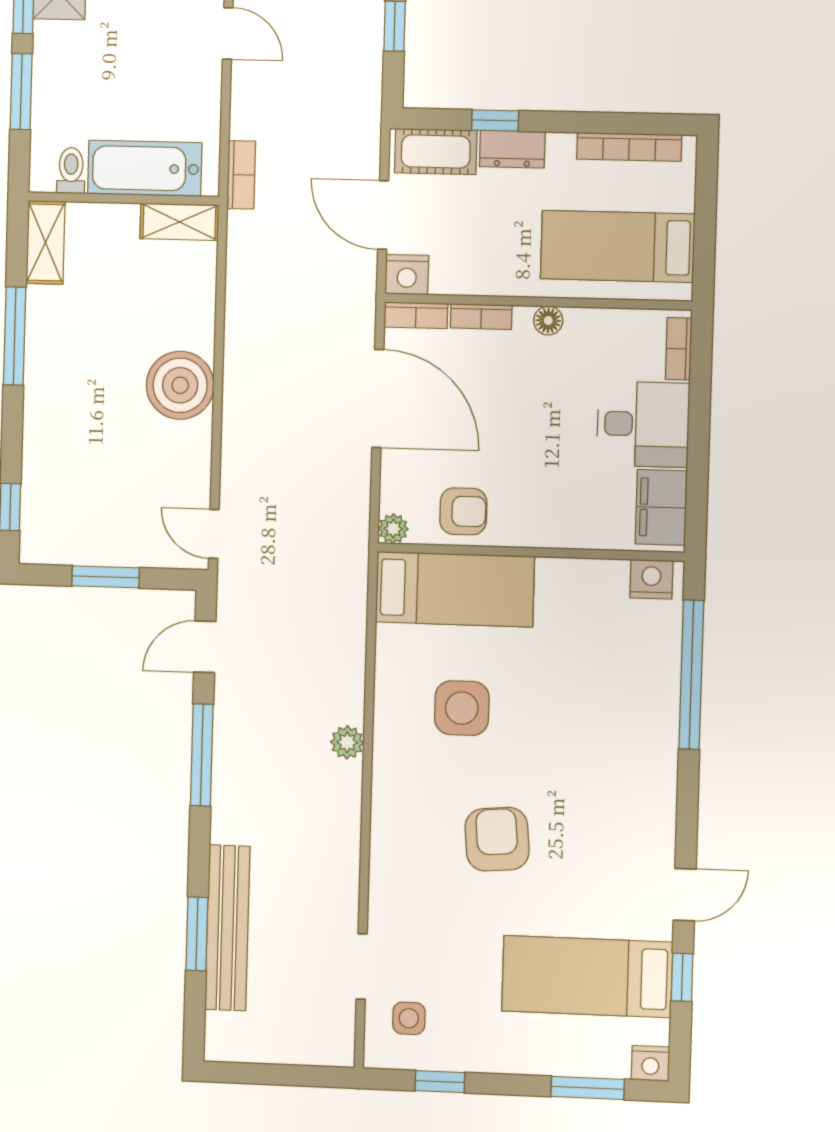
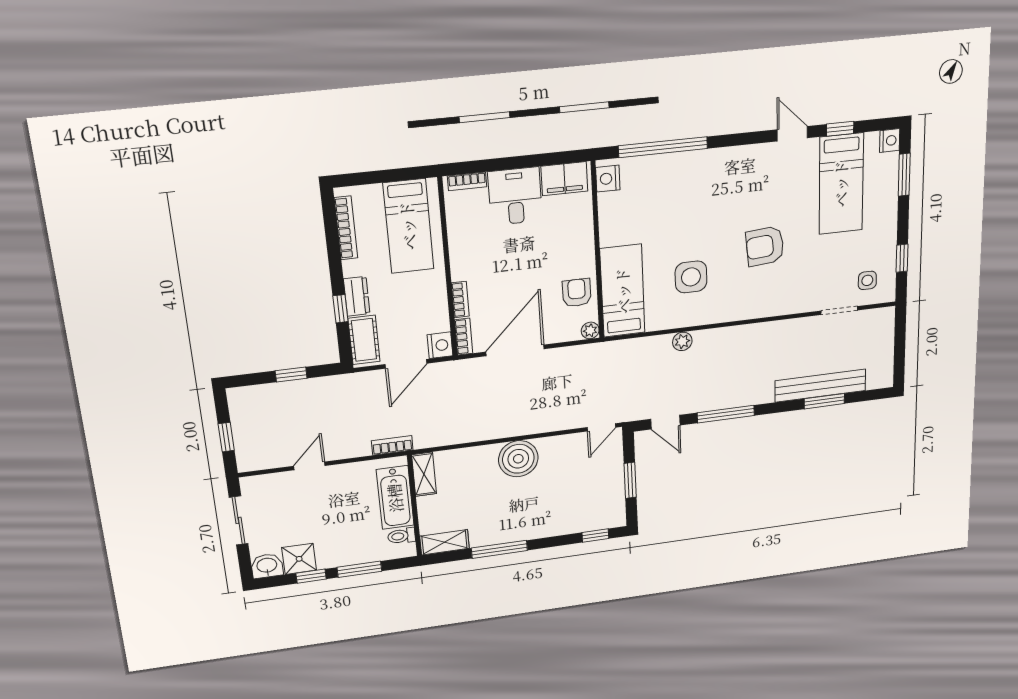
floor lamp: (548, 321) -> (458, 261), removed
plant: (347, 742) -> (682, 341), moved

